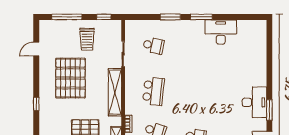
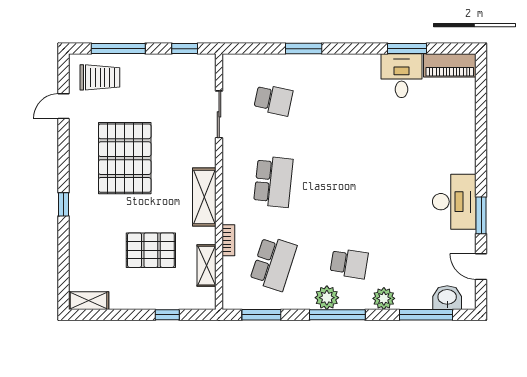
window: (201, 17) -> (407, 49), moved
piano: (252, 26) -> (450, 65), added
desk: (221, 32) -> (402, 76), width x0.73
trolley: (87, 39) -> (100, 77), moved, turned -90
shelving: (115, 92) -> (204, 197), width x0.68

